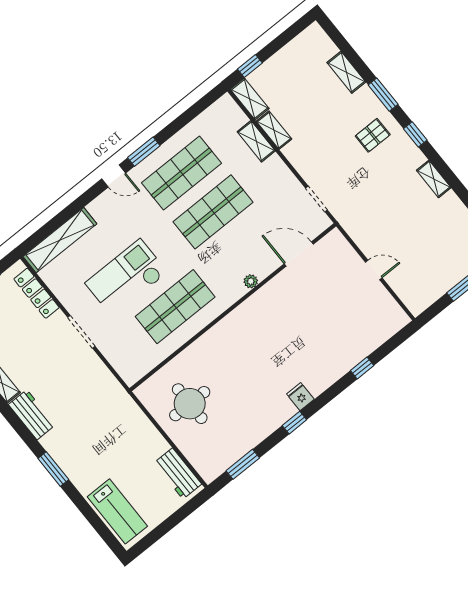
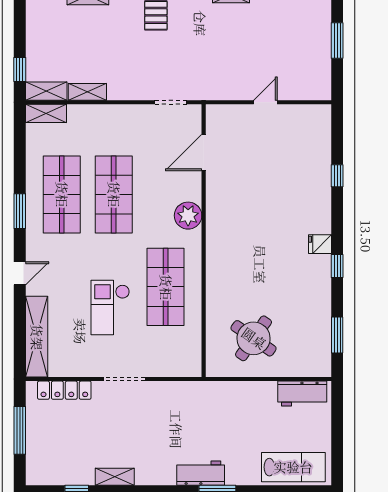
shelving: (256, 141) -> (46, 113), moved
door: (114, 176) -> (20, 273), moved
checkout: (126, 278) -> (110, 307), width x0.73, depth x0.83
plant: (251, 281) -> (188, 216), width x1.88, depth x1.88
round table: (190, 404) -> (254, 338), turned 35
workbench: (32, 415) -> (201, 473), moved

